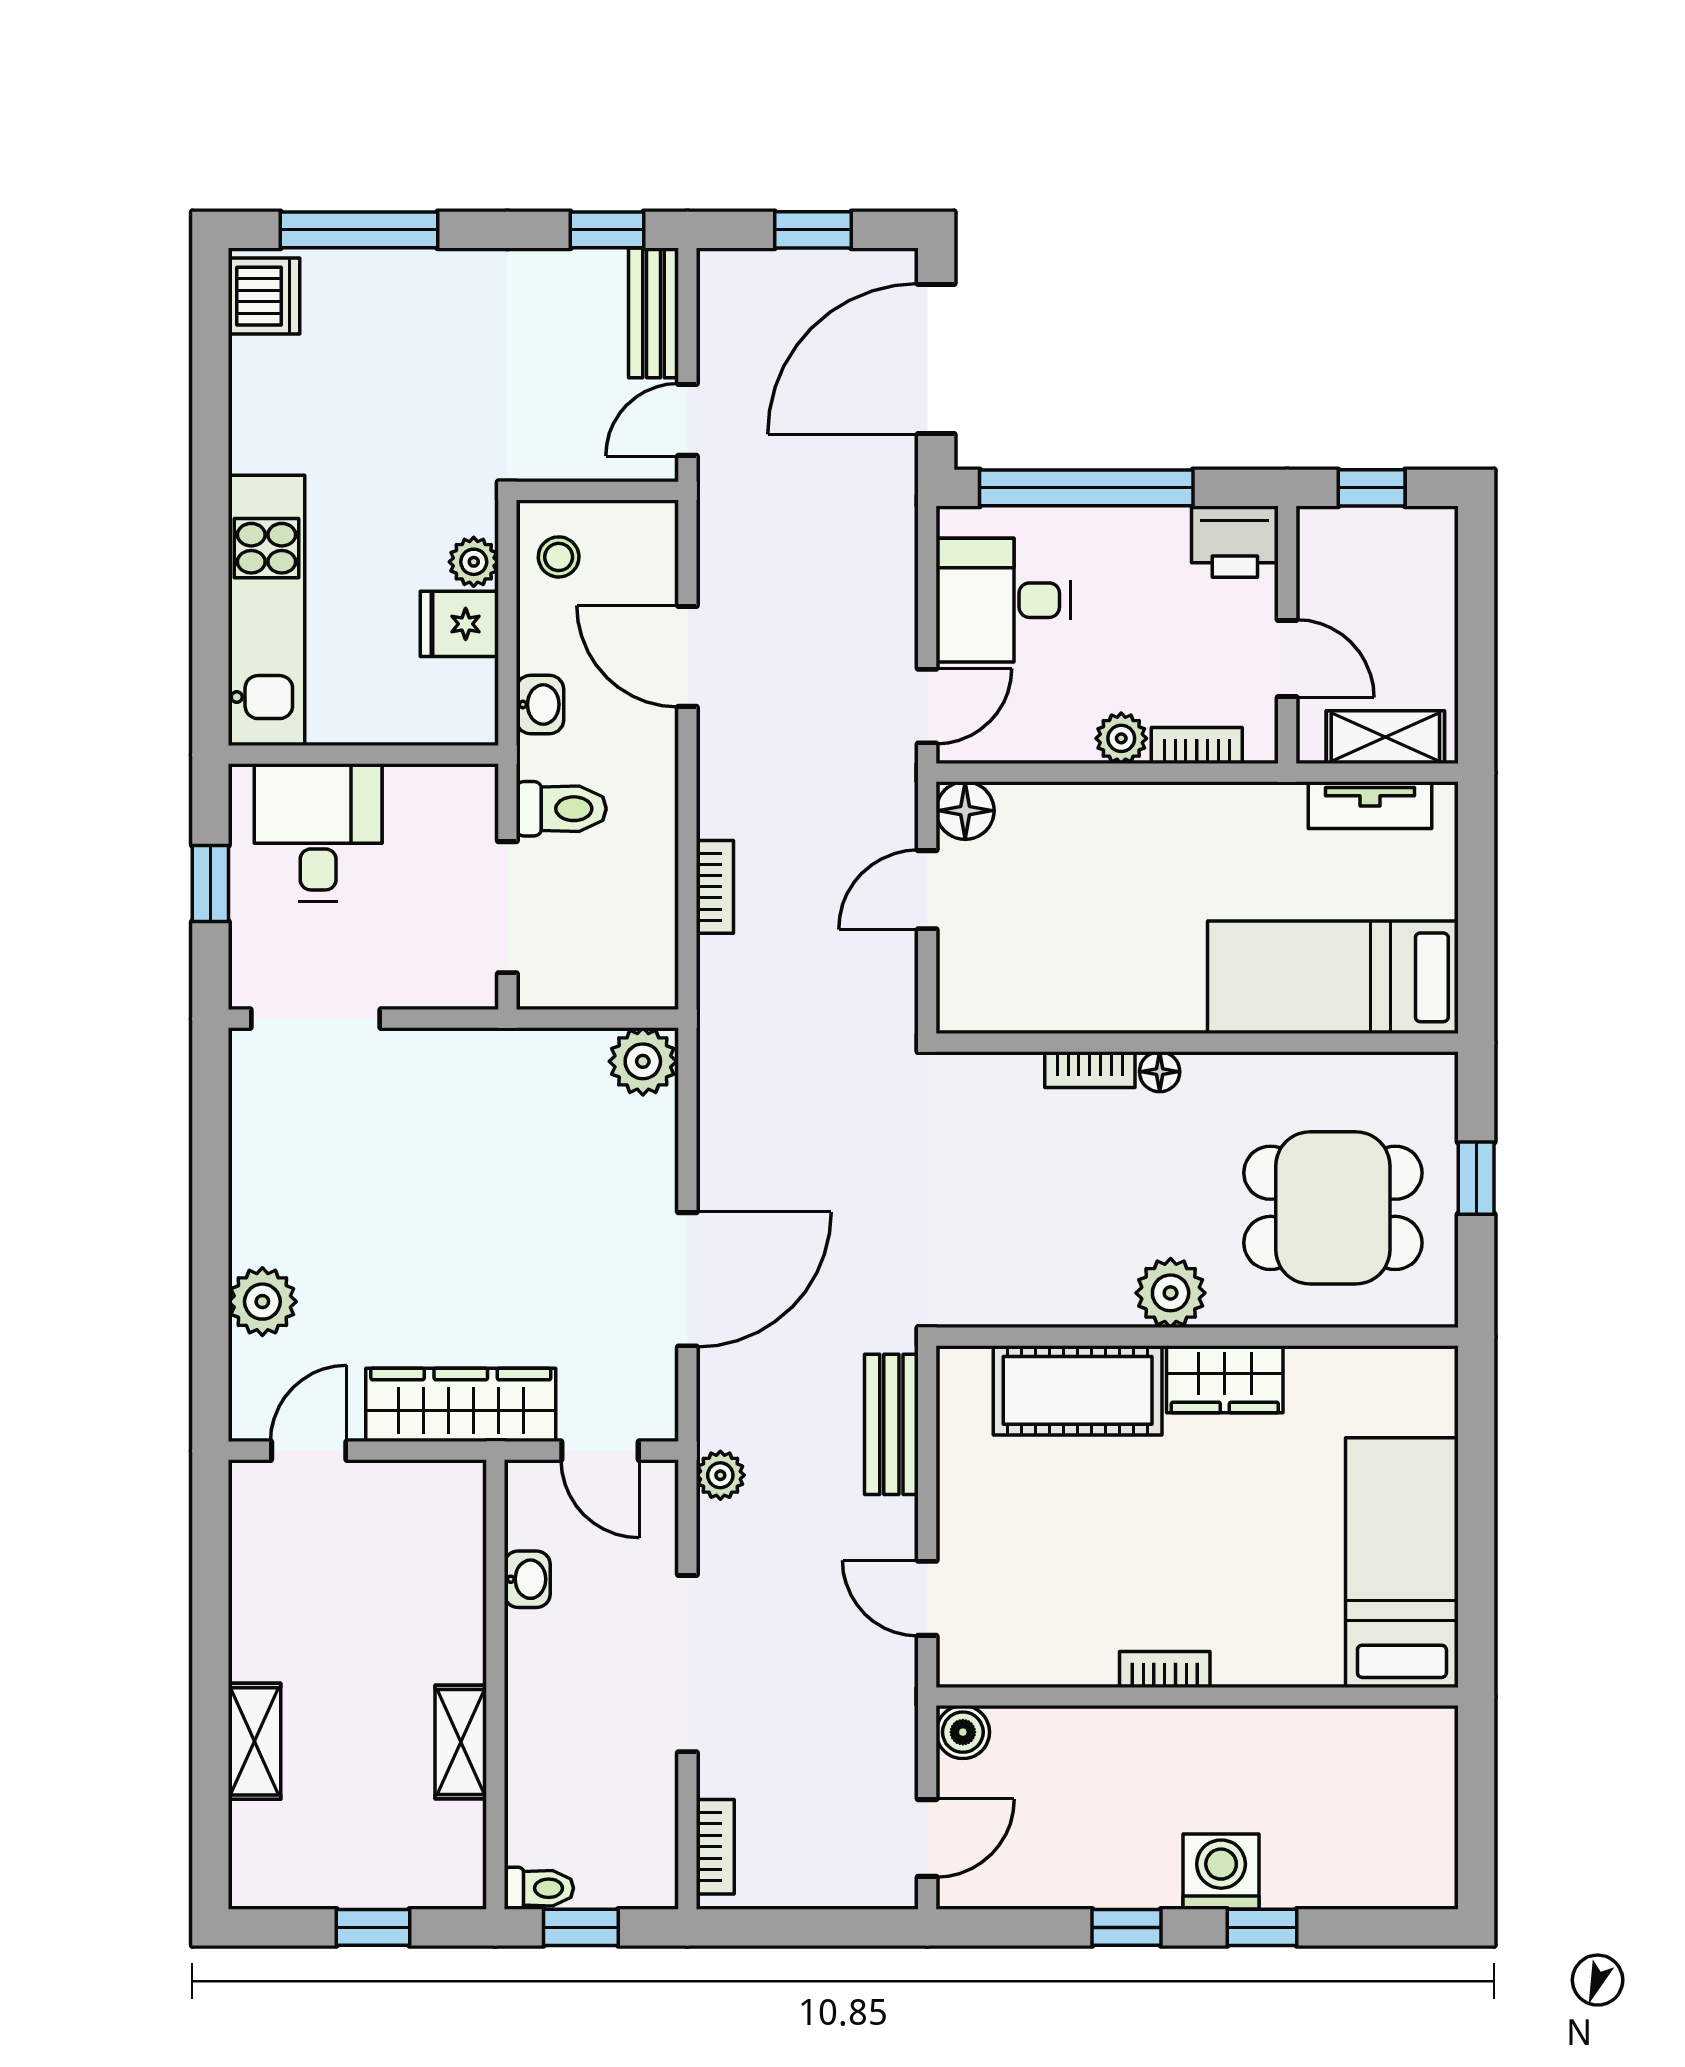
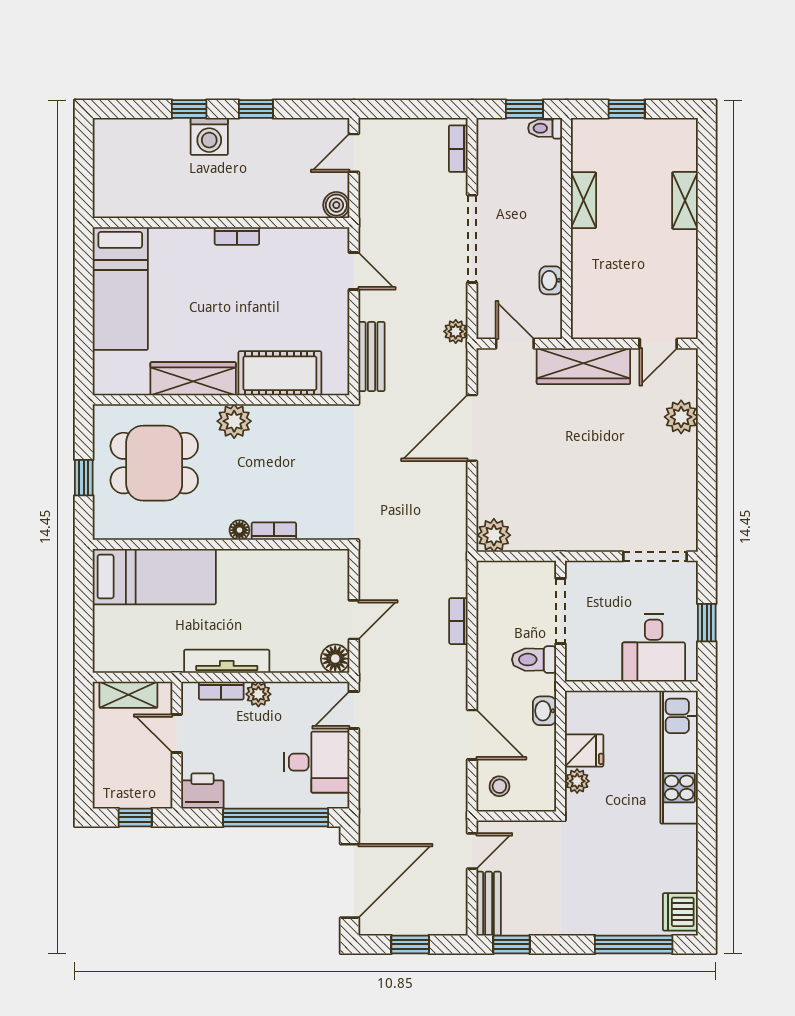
stool: (559, 557) -> (499, 786), moved
tv unit: (1370, 805) -> (227, 661), moved, width x1.41
wardrobe: (1225, 1379) -> (193, 379), width x1.50

